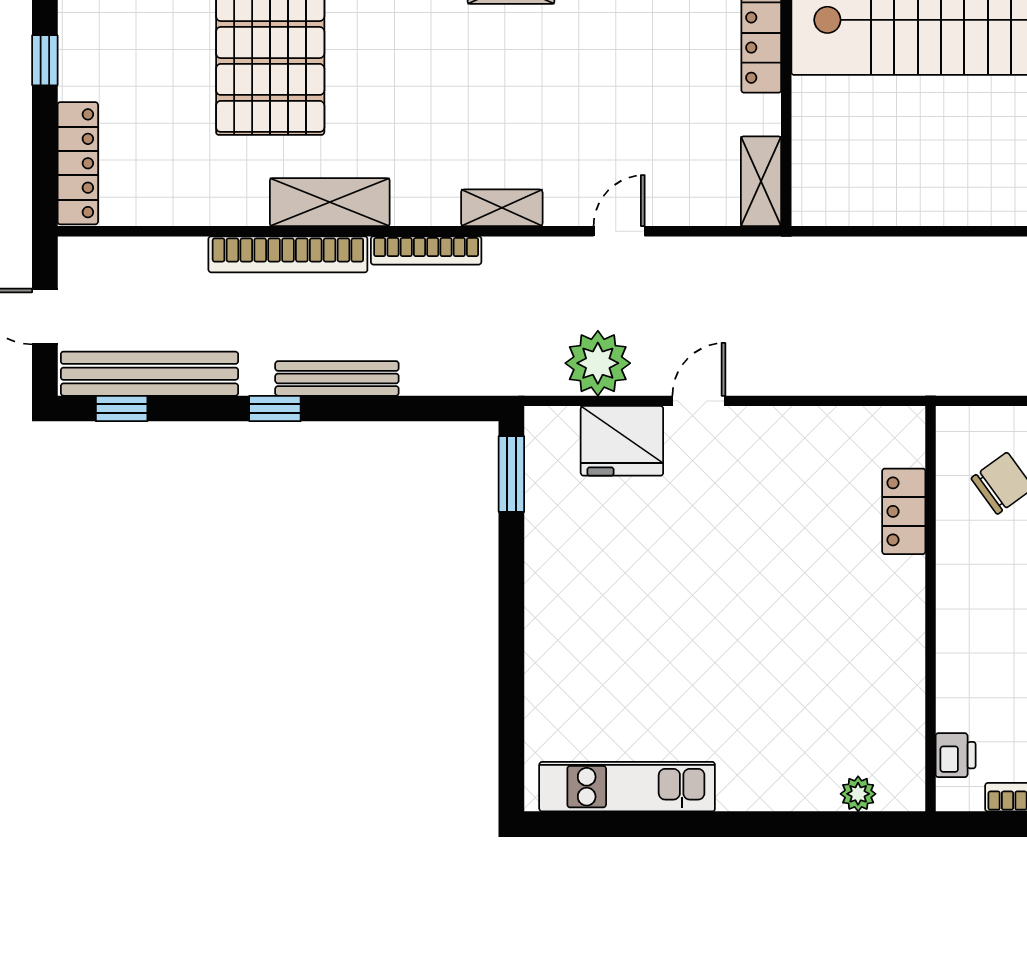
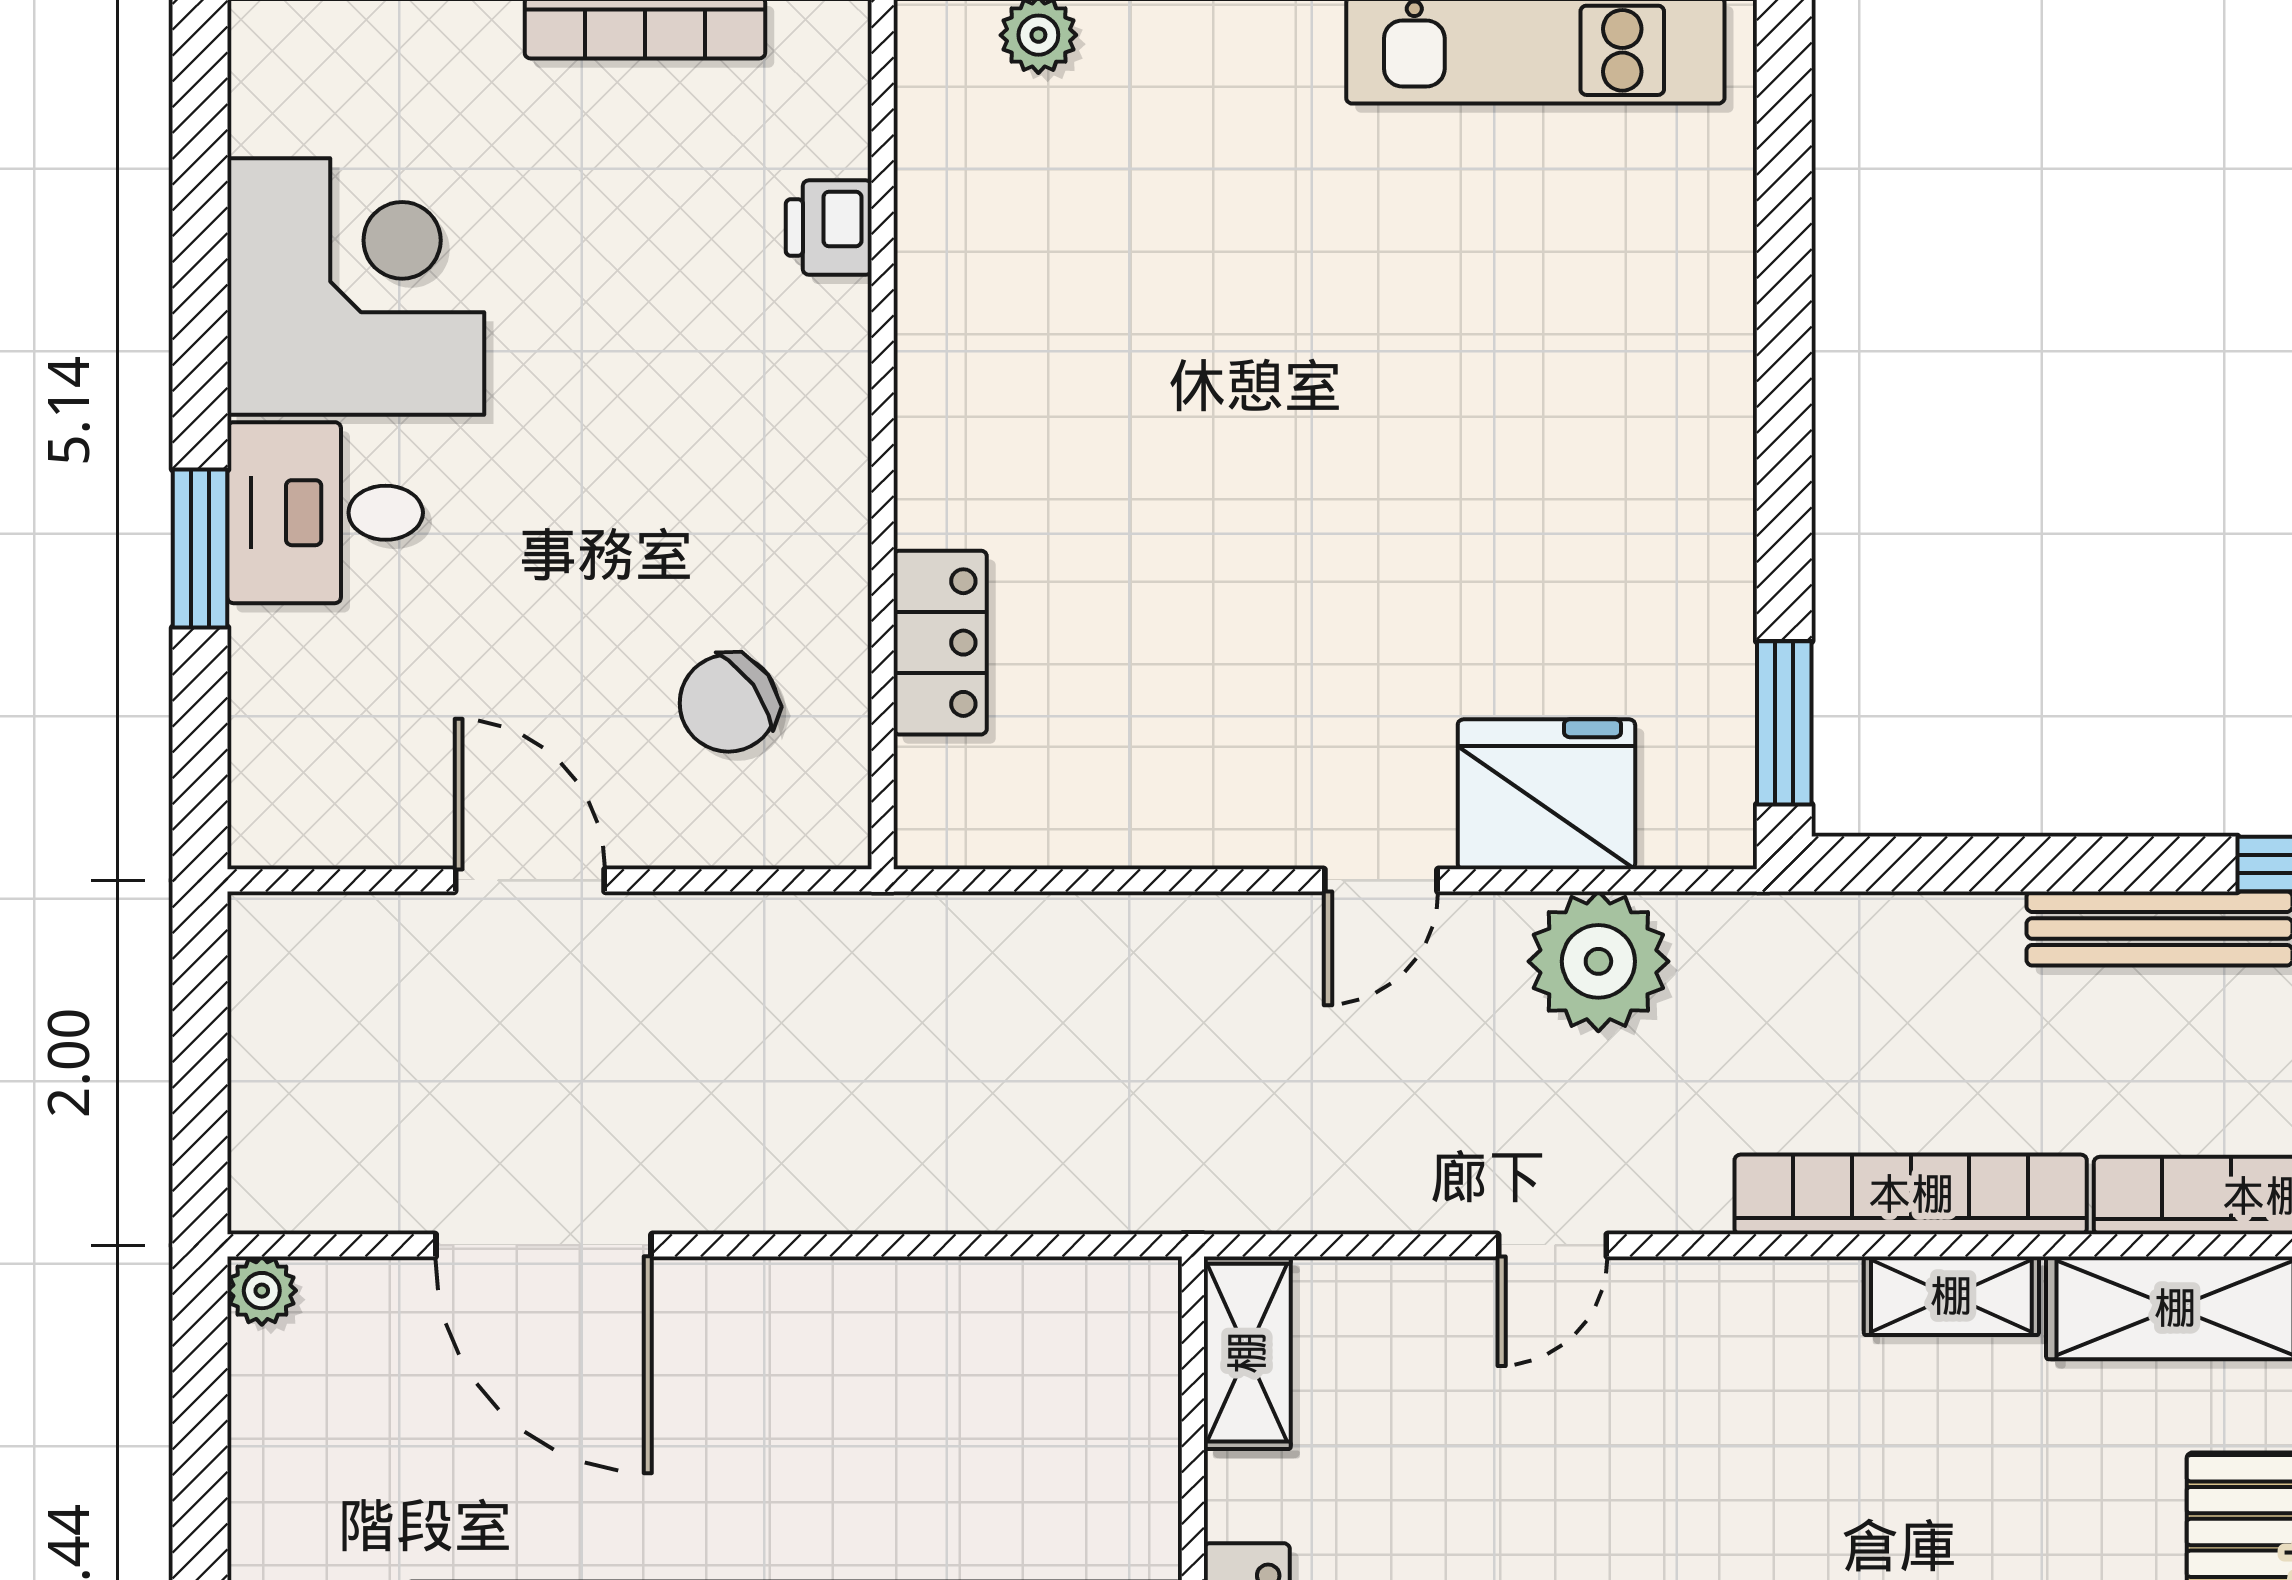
shelving: (502, 208) -> (1951, 1296), moved
bookcase: (426, 250) -> (1911, 1194), width x1.48, depth x1.31
printer: (956, 755) -> (829, 228), moved

